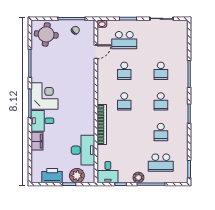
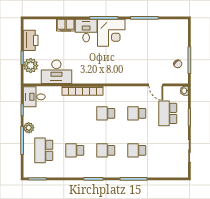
round table: (46, 34) -> (174, 34), removed

